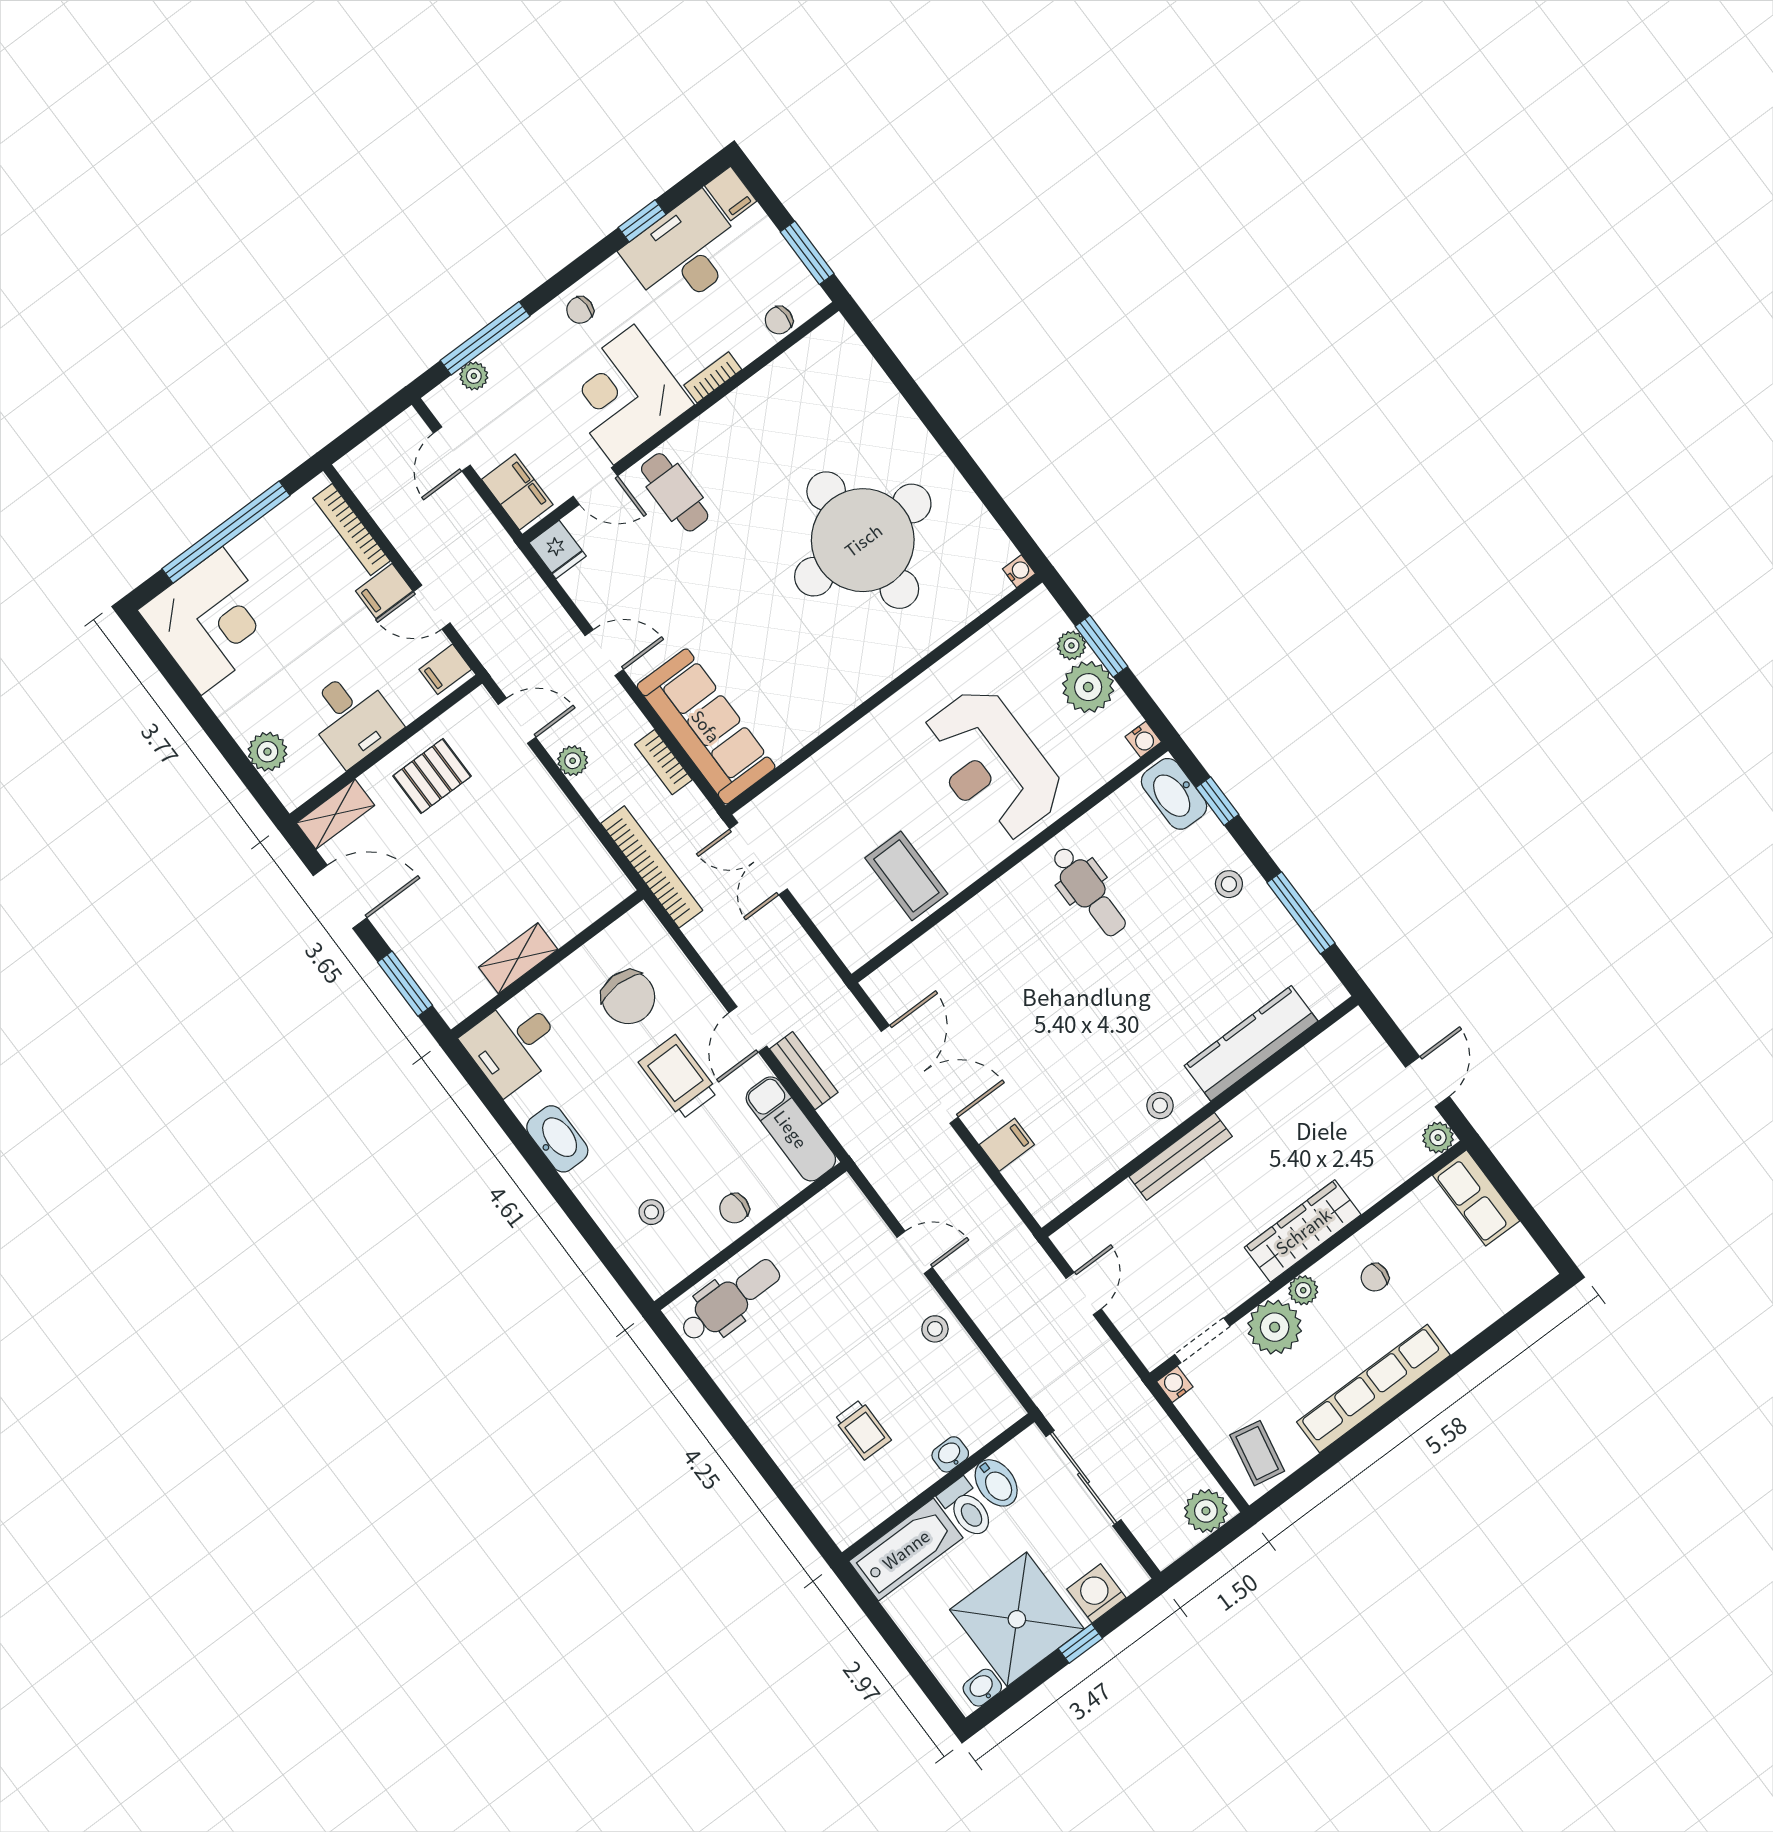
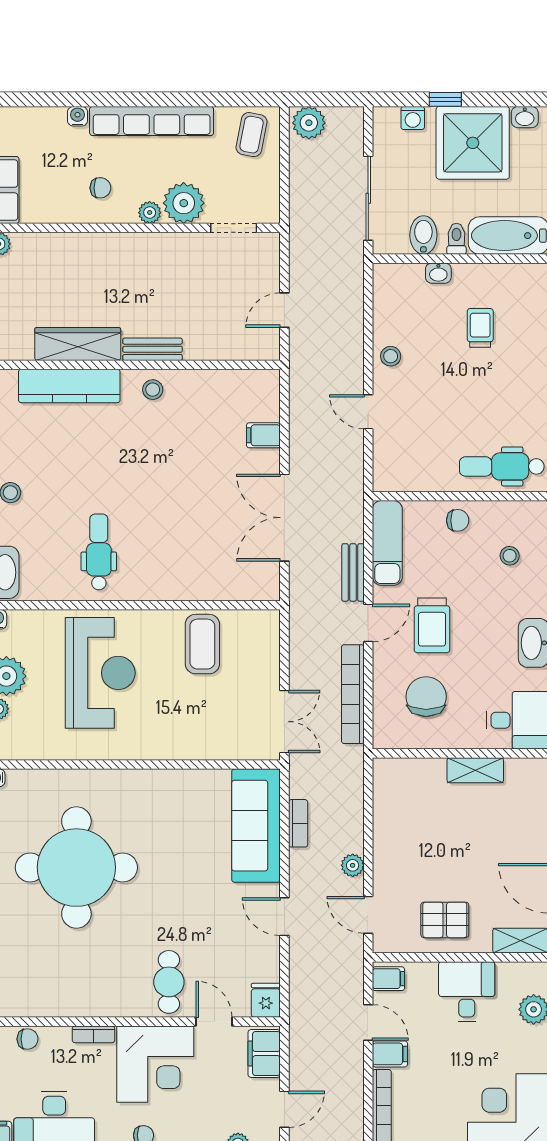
bookcase: (652, 867) -> (353, 694), moved
bench: (1181, 1156) -> (153, 349), width x0.73
wardrobe: (1303, 1231) -> (78, 344), moved, turned 180
water cooler: (1175, 1384) -> (78, 116), moved, turned 180
toilet: (967, 1509) -> (456, 239), width x0.73, depth x0.72
washing machine: (1096, 1593) -> (413, 118), width x0.73, depth x0.73

